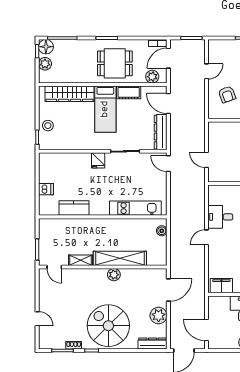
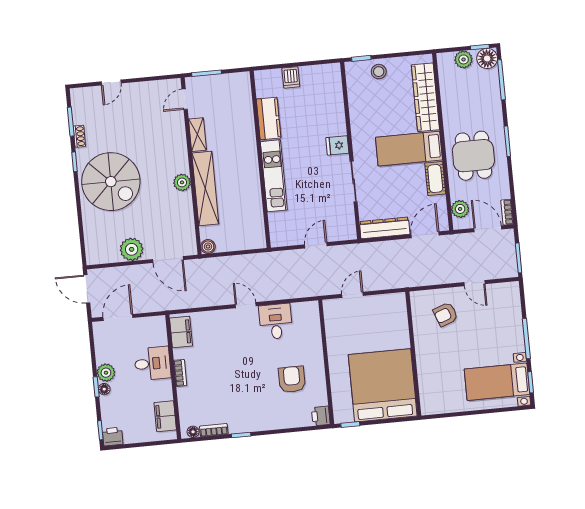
door: (168, 164) -> (316, 245), moved
kitchen unit: (135, 208) -> (274, 176), moved
boiler: (162, 231) -> (208, 247), moved
spiral stairs: (108, 326) -> (111, 182), turned 90
dresser: (153, 343) -> (92, 245), removed

